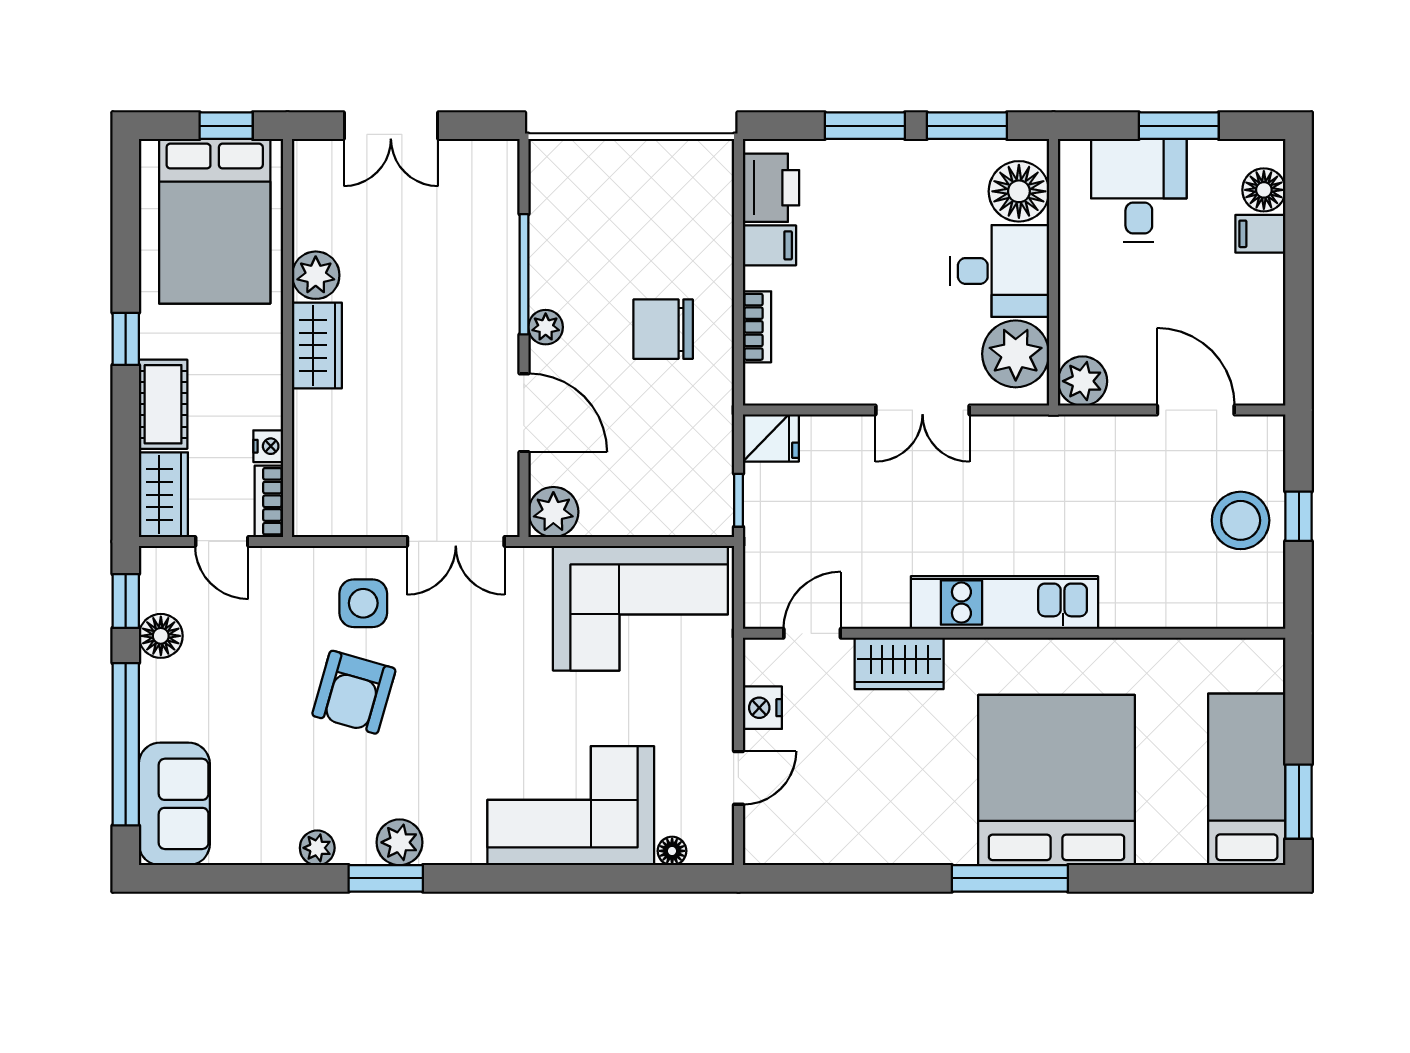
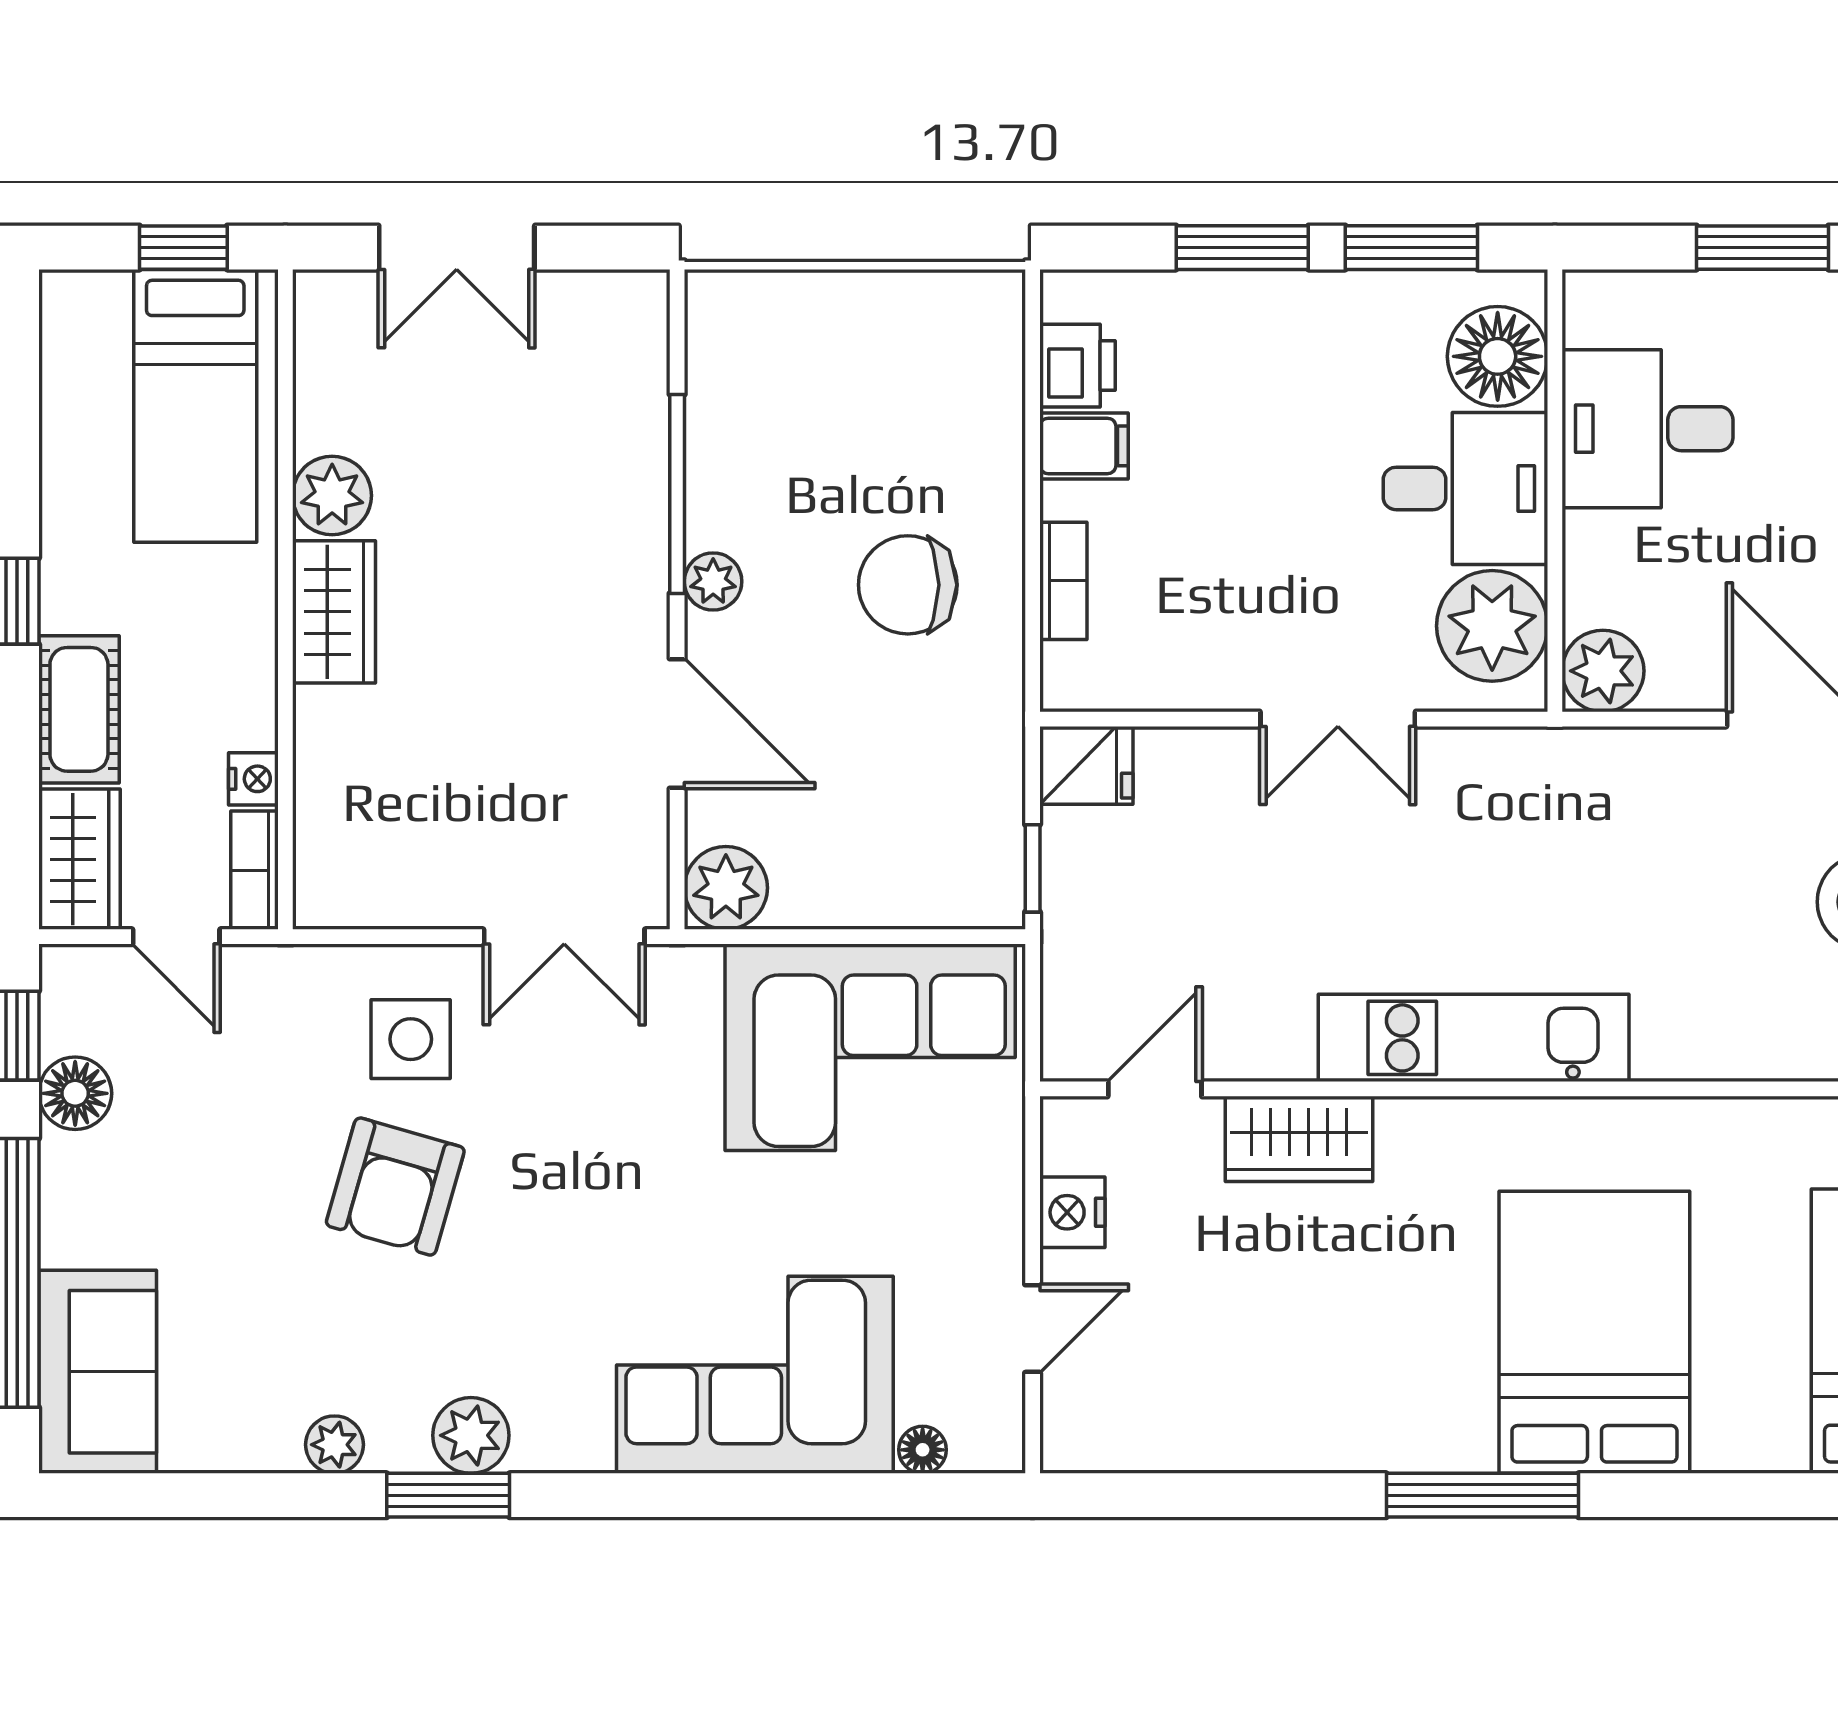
printer: (771, 188) -> (1078, 366), width x0.73, depth x0.81
desk: (1139, 190) -> (1647, 429), moved, turned -90
bed: (215, 221) -> (195, 406), width x0.67
bed: (1057, 780) -> (1594, 1332), width x0.73

